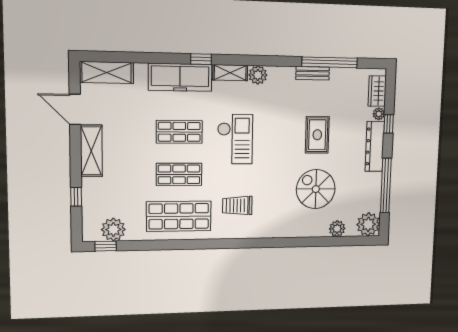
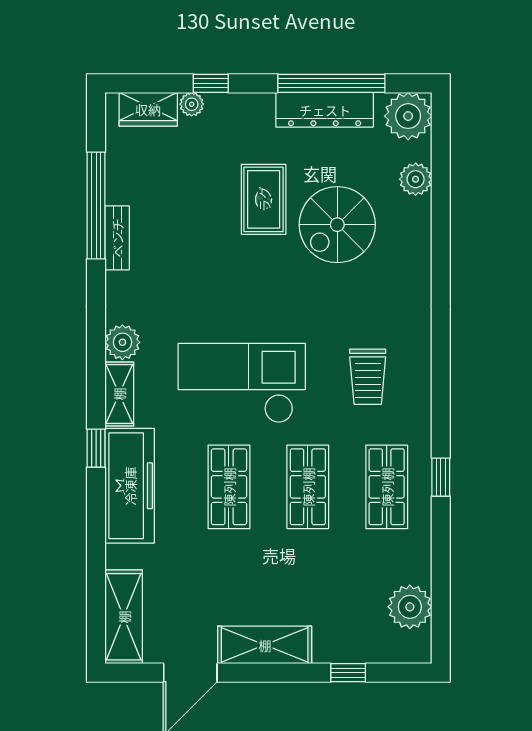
rug: (317, 135) -> (264, 199), moved, turned 90
checkout: (235, 139) -> (242, 383), width x1.36, depth x1.21
dresser: (375, 146) -> (325, 110), moved
shop shelf: (179, 216) -> (387, 487), width x0.70, depth x0.74
window: (106, 246) -> (441, 477), moved

